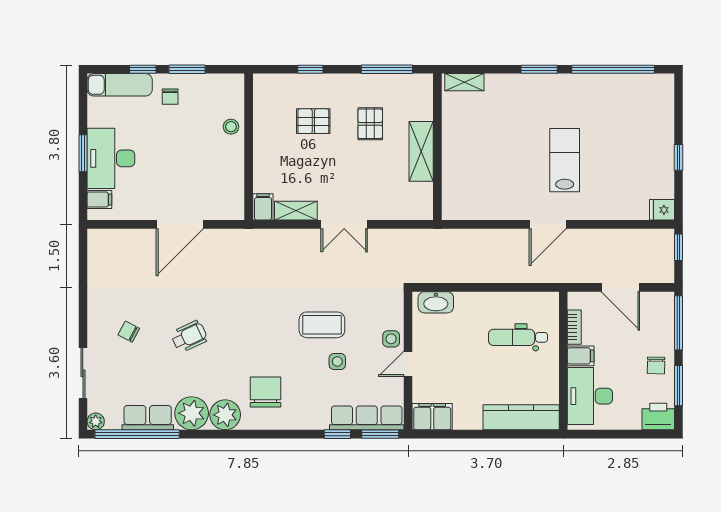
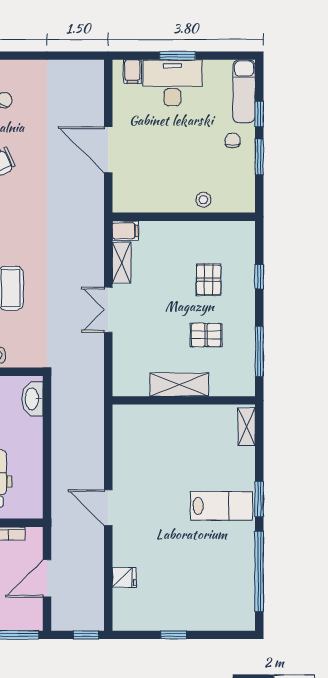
chair: (170, 97) -> (233, 140), turned 90
lab bench: (565, 160) -> (222, 506), moved
fridge: (662, 210) -> (124, 577), moved, turned 90

